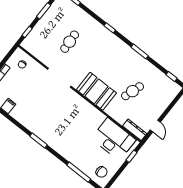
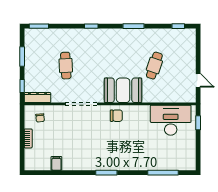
dresser: (135, 130) -> (37, 98), moved
chair: (102, 172) -> (116, 116), moved

